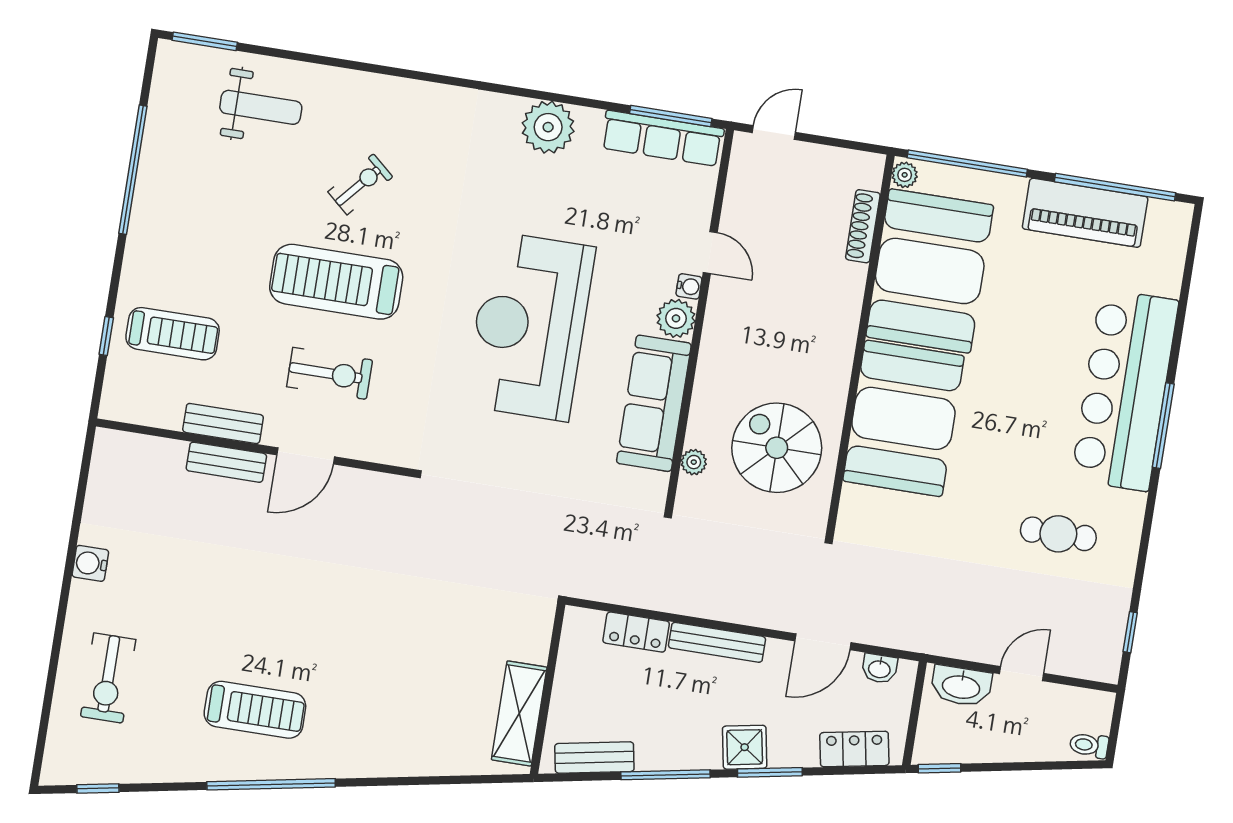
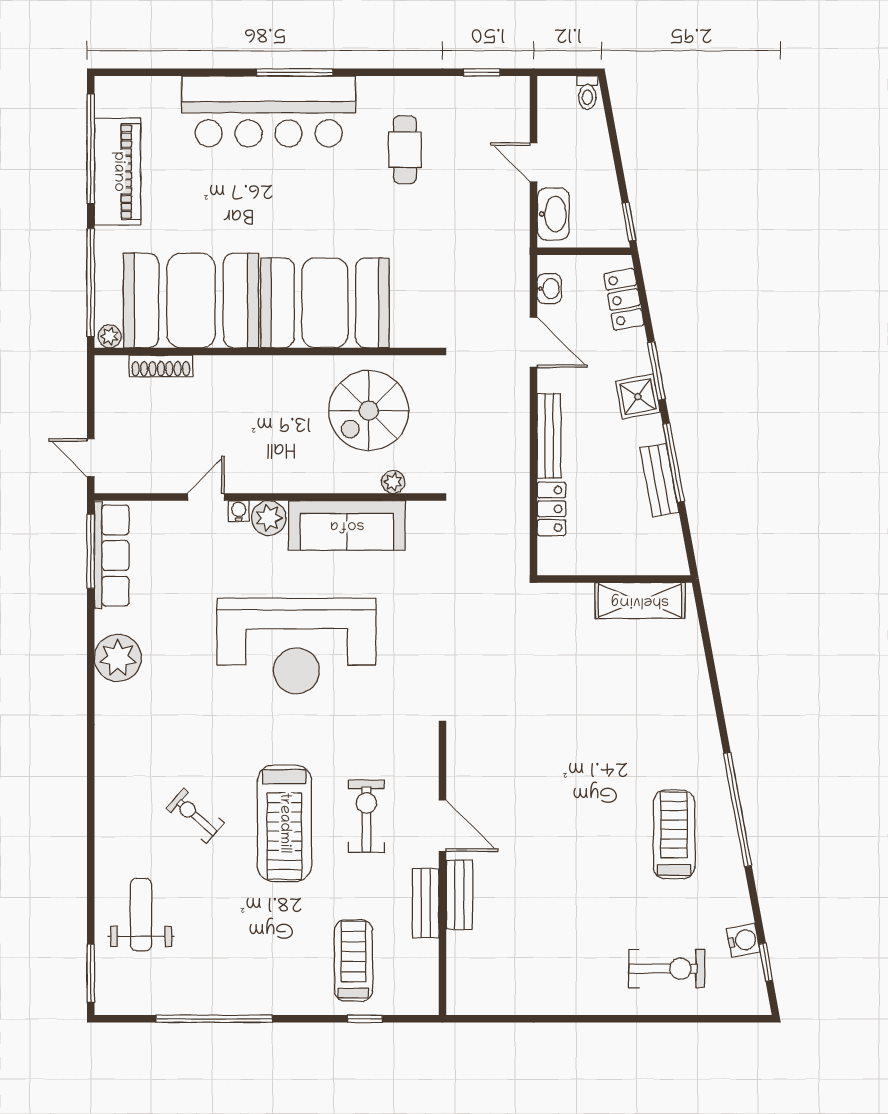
water cooler: (90, 563) -> (743, 940), moved, turned -100
bench: (594, 757) -> (659, 480), moved

